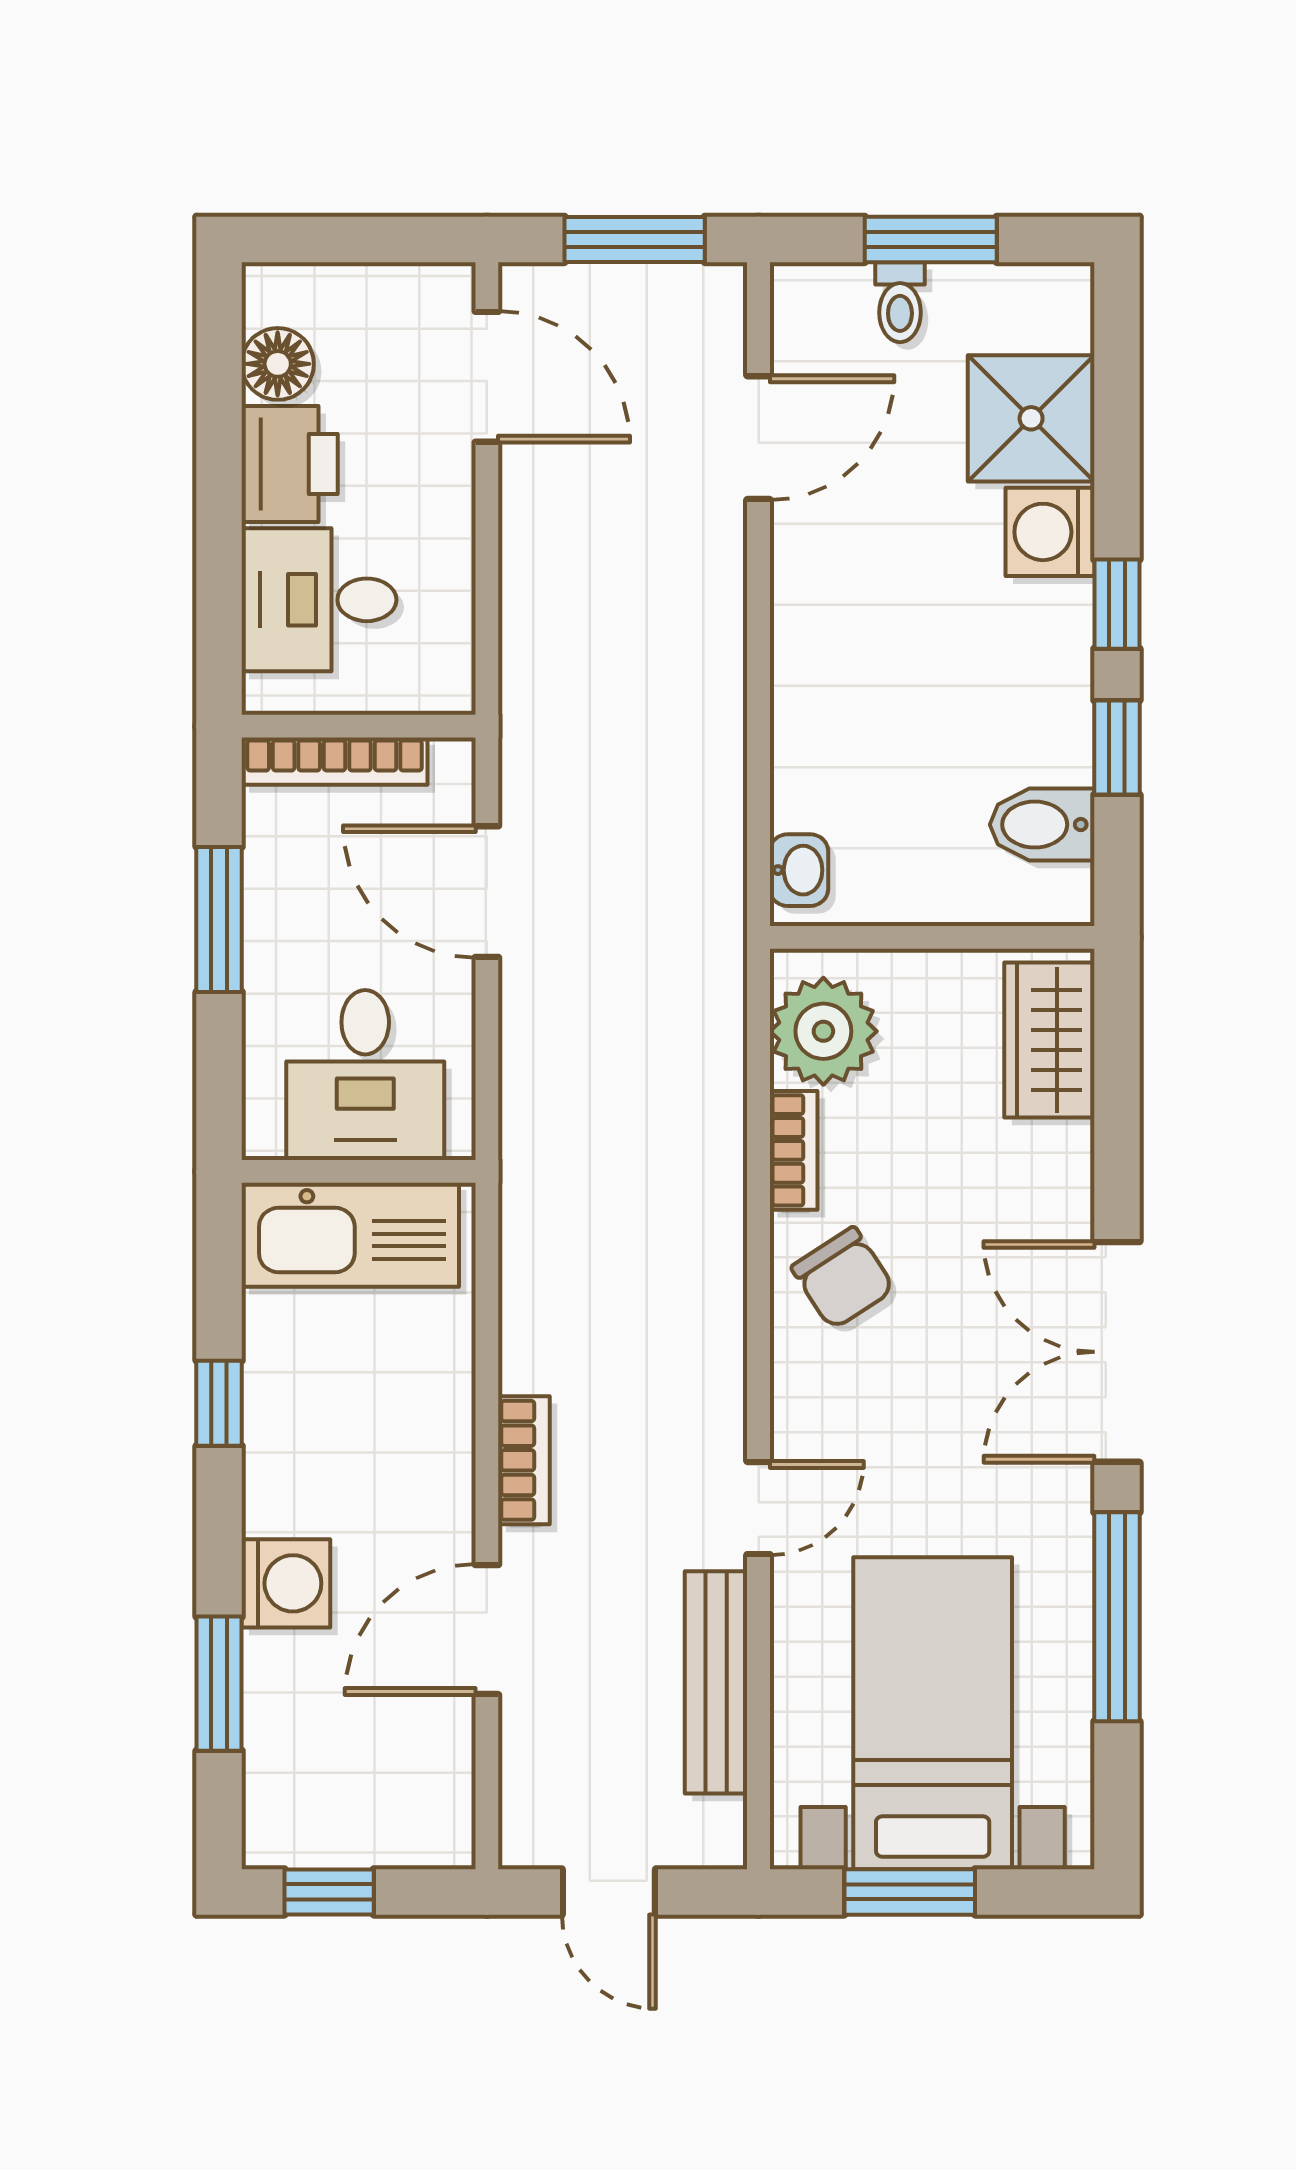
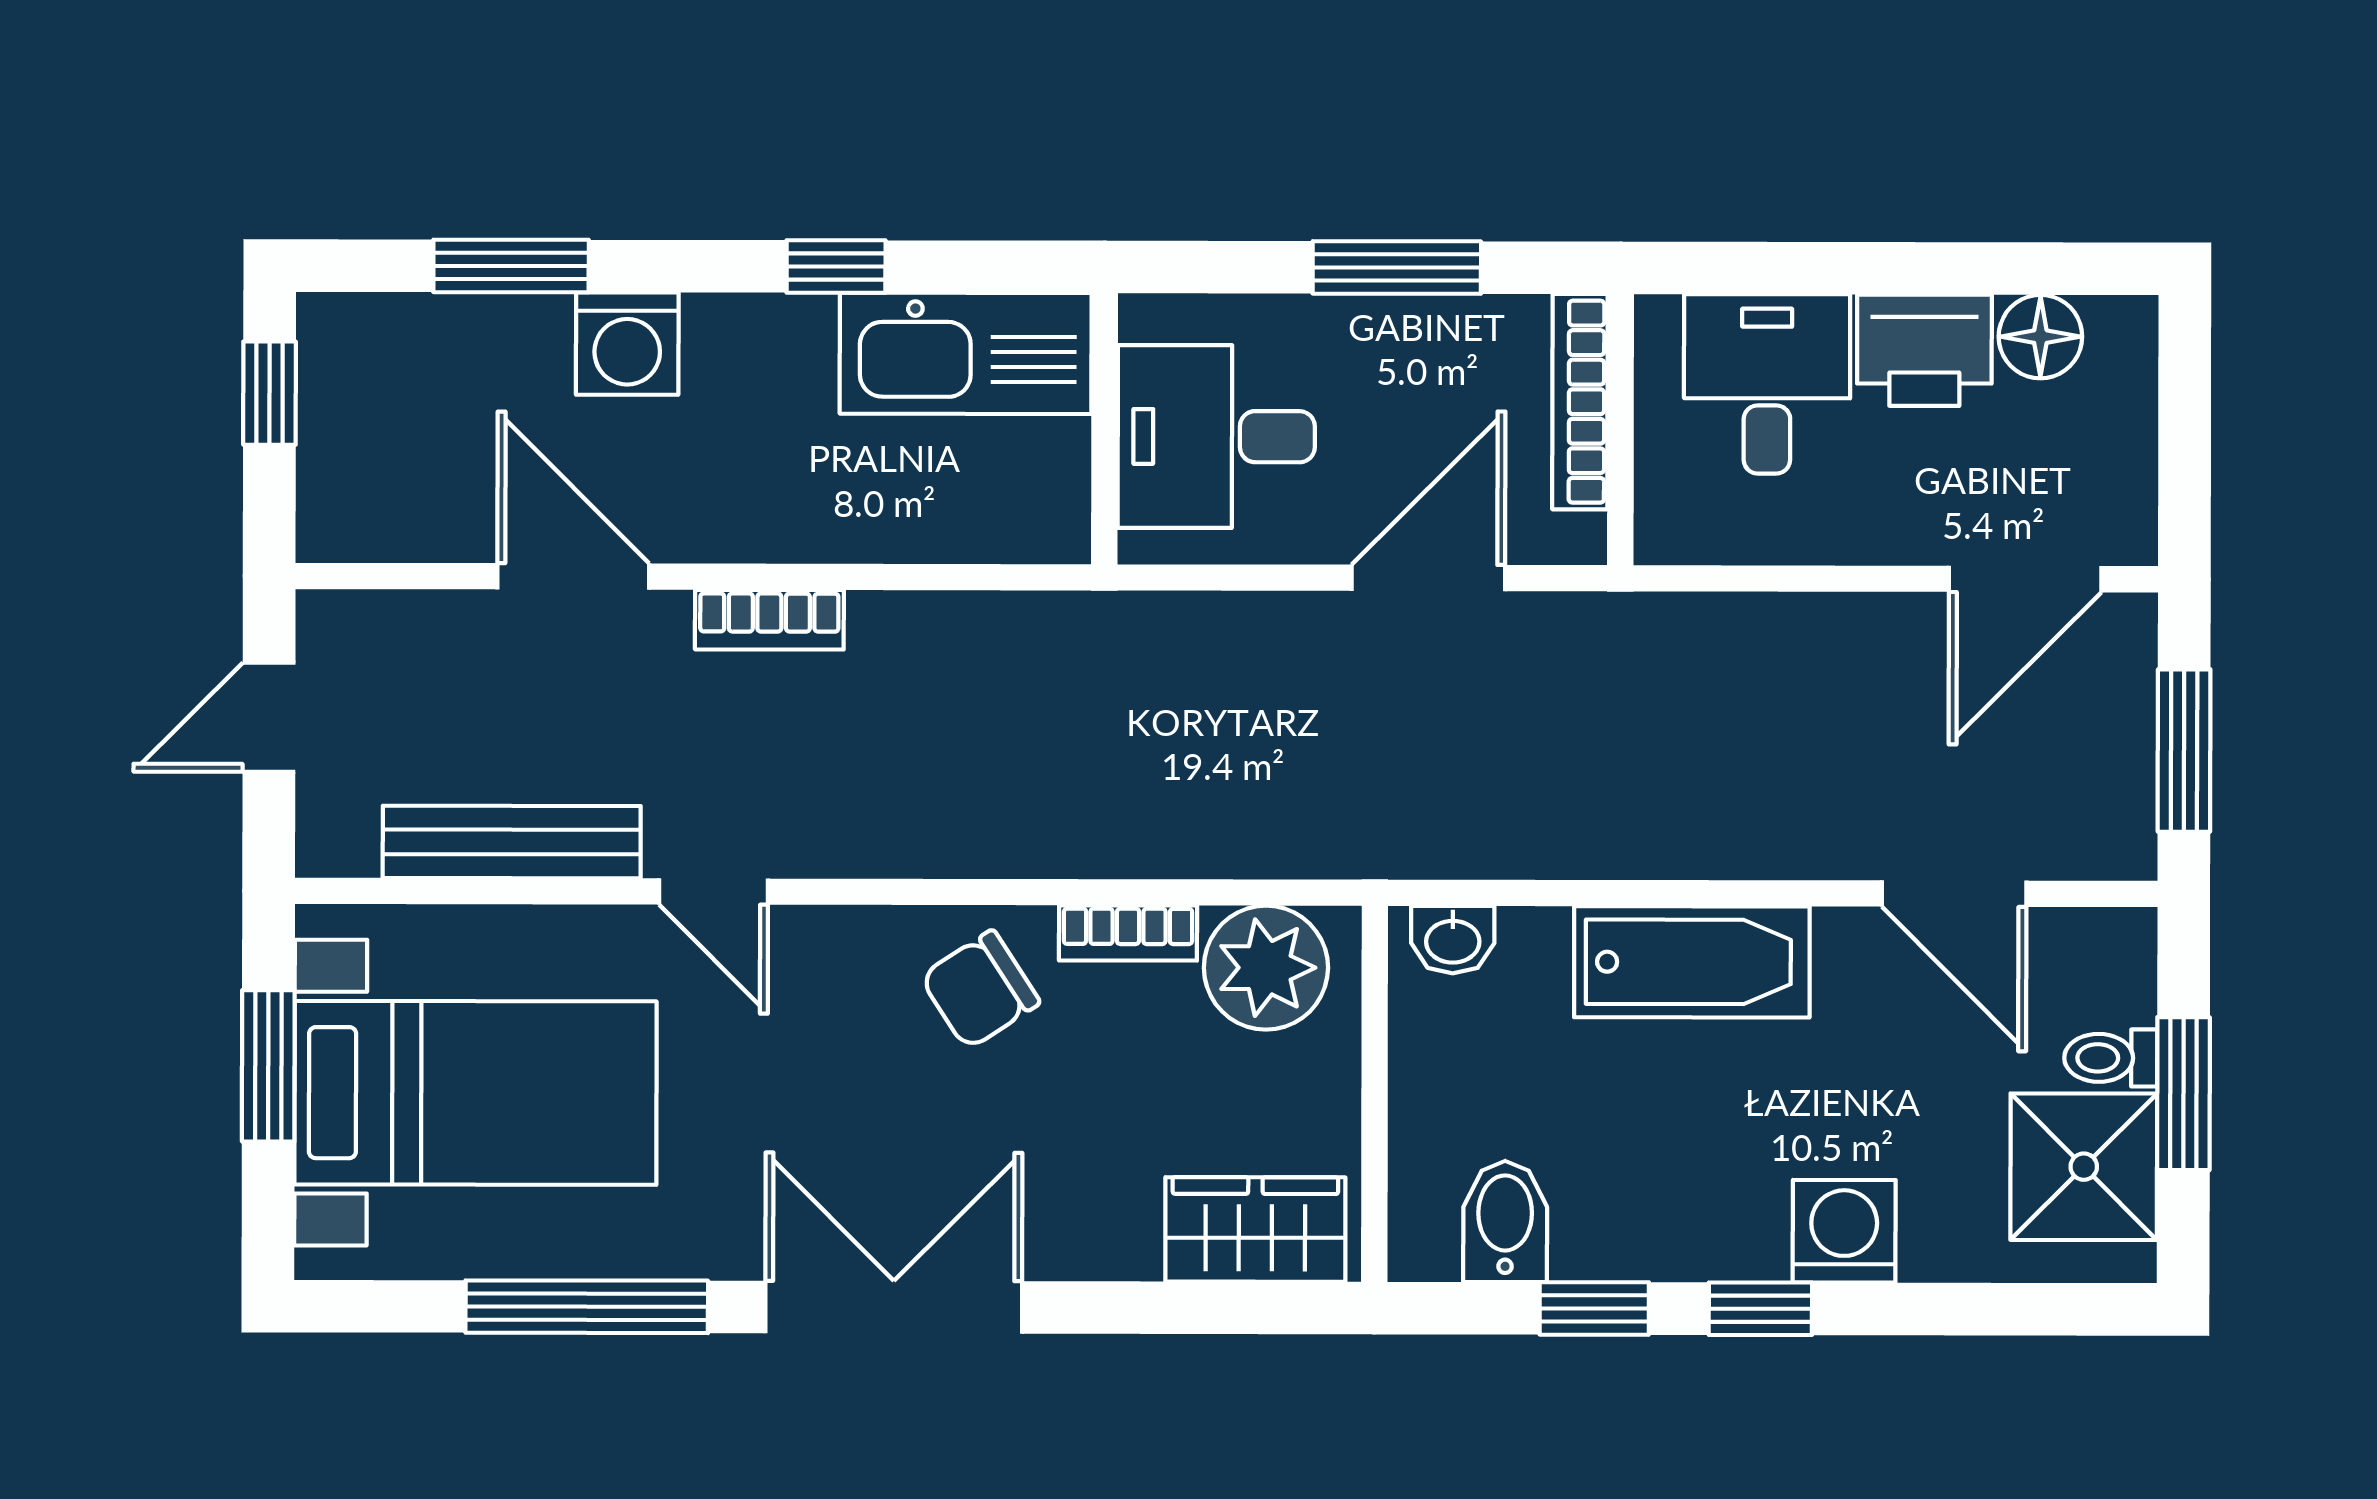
shower: (1031, 418) -> (2084, 1167), moved
bathtub: (818, 664) -> (1692, 962), added
kitchen sink: (350, 1235) -> (966, 353), moved, turned -90

